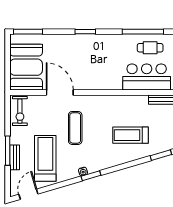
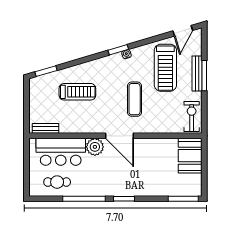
window: (143, 32) -> (84, 199), moved
booth: (26, 67) -> (190, 156), width x0.73, depth x0.70
plant: (114, 82) -> (95, 147), added
door: (60, 92) -> (120, 136), moved
bench: (15, 157) -> (197, 73), width x1.36

